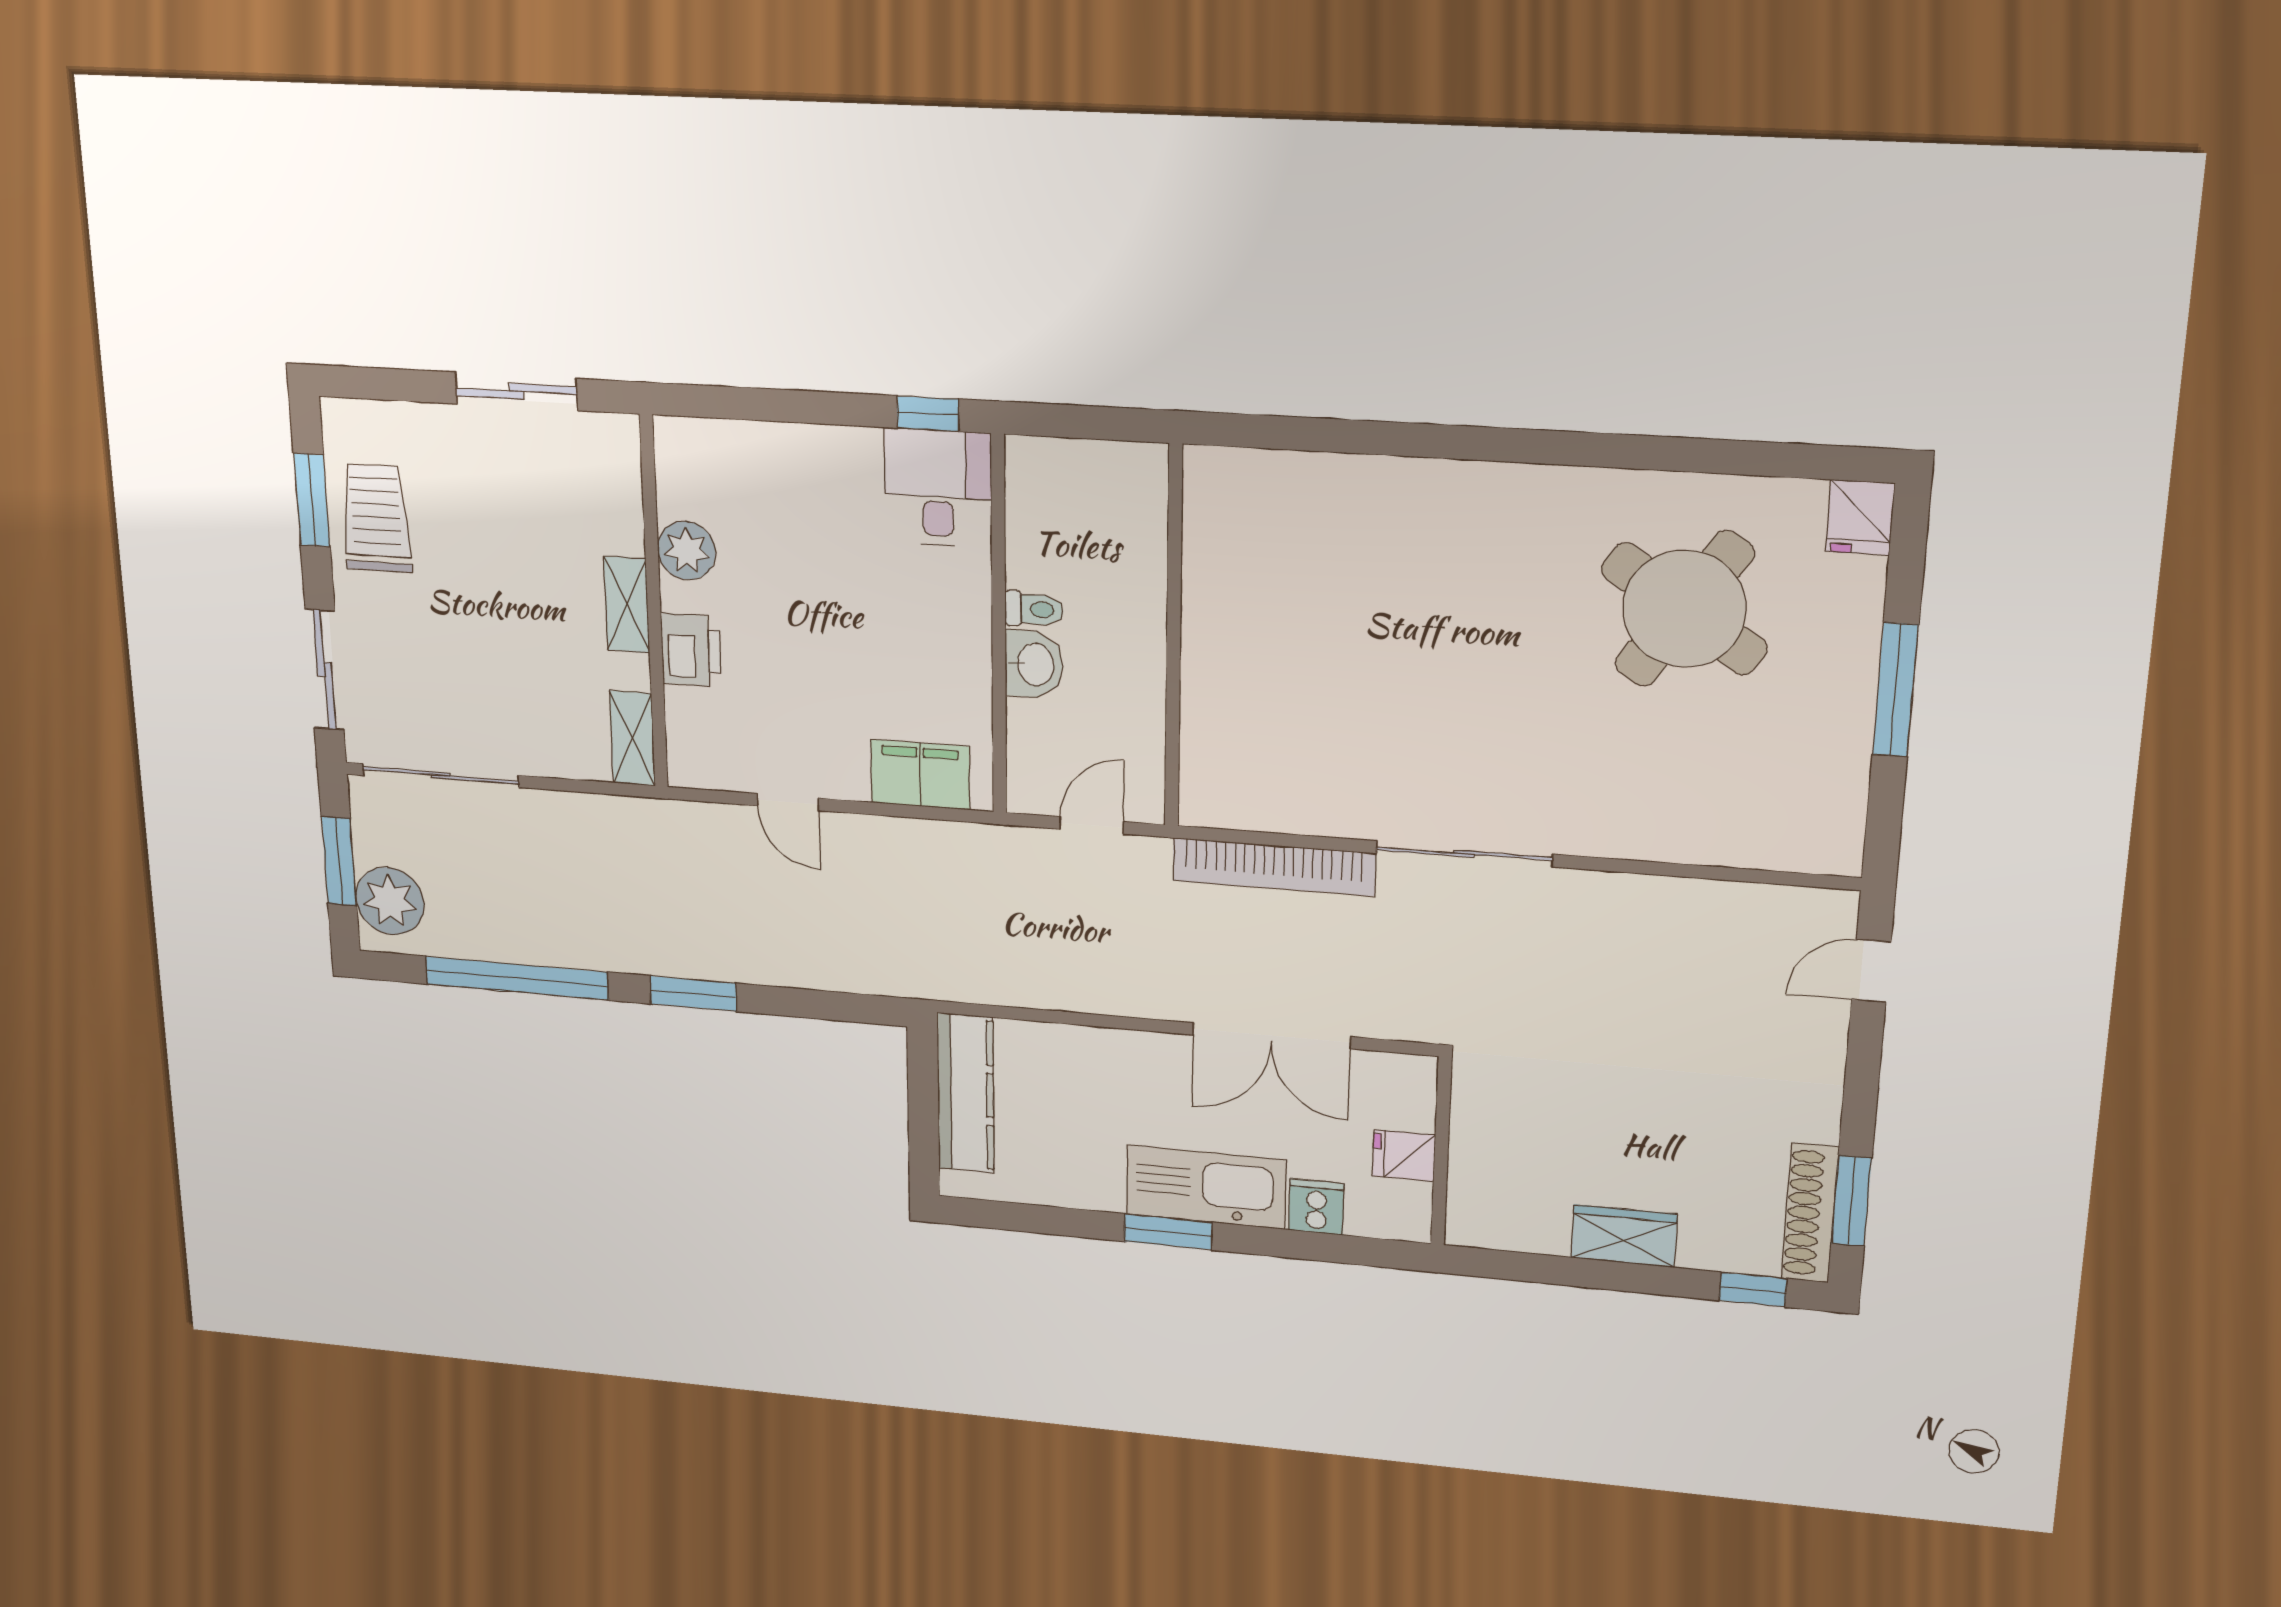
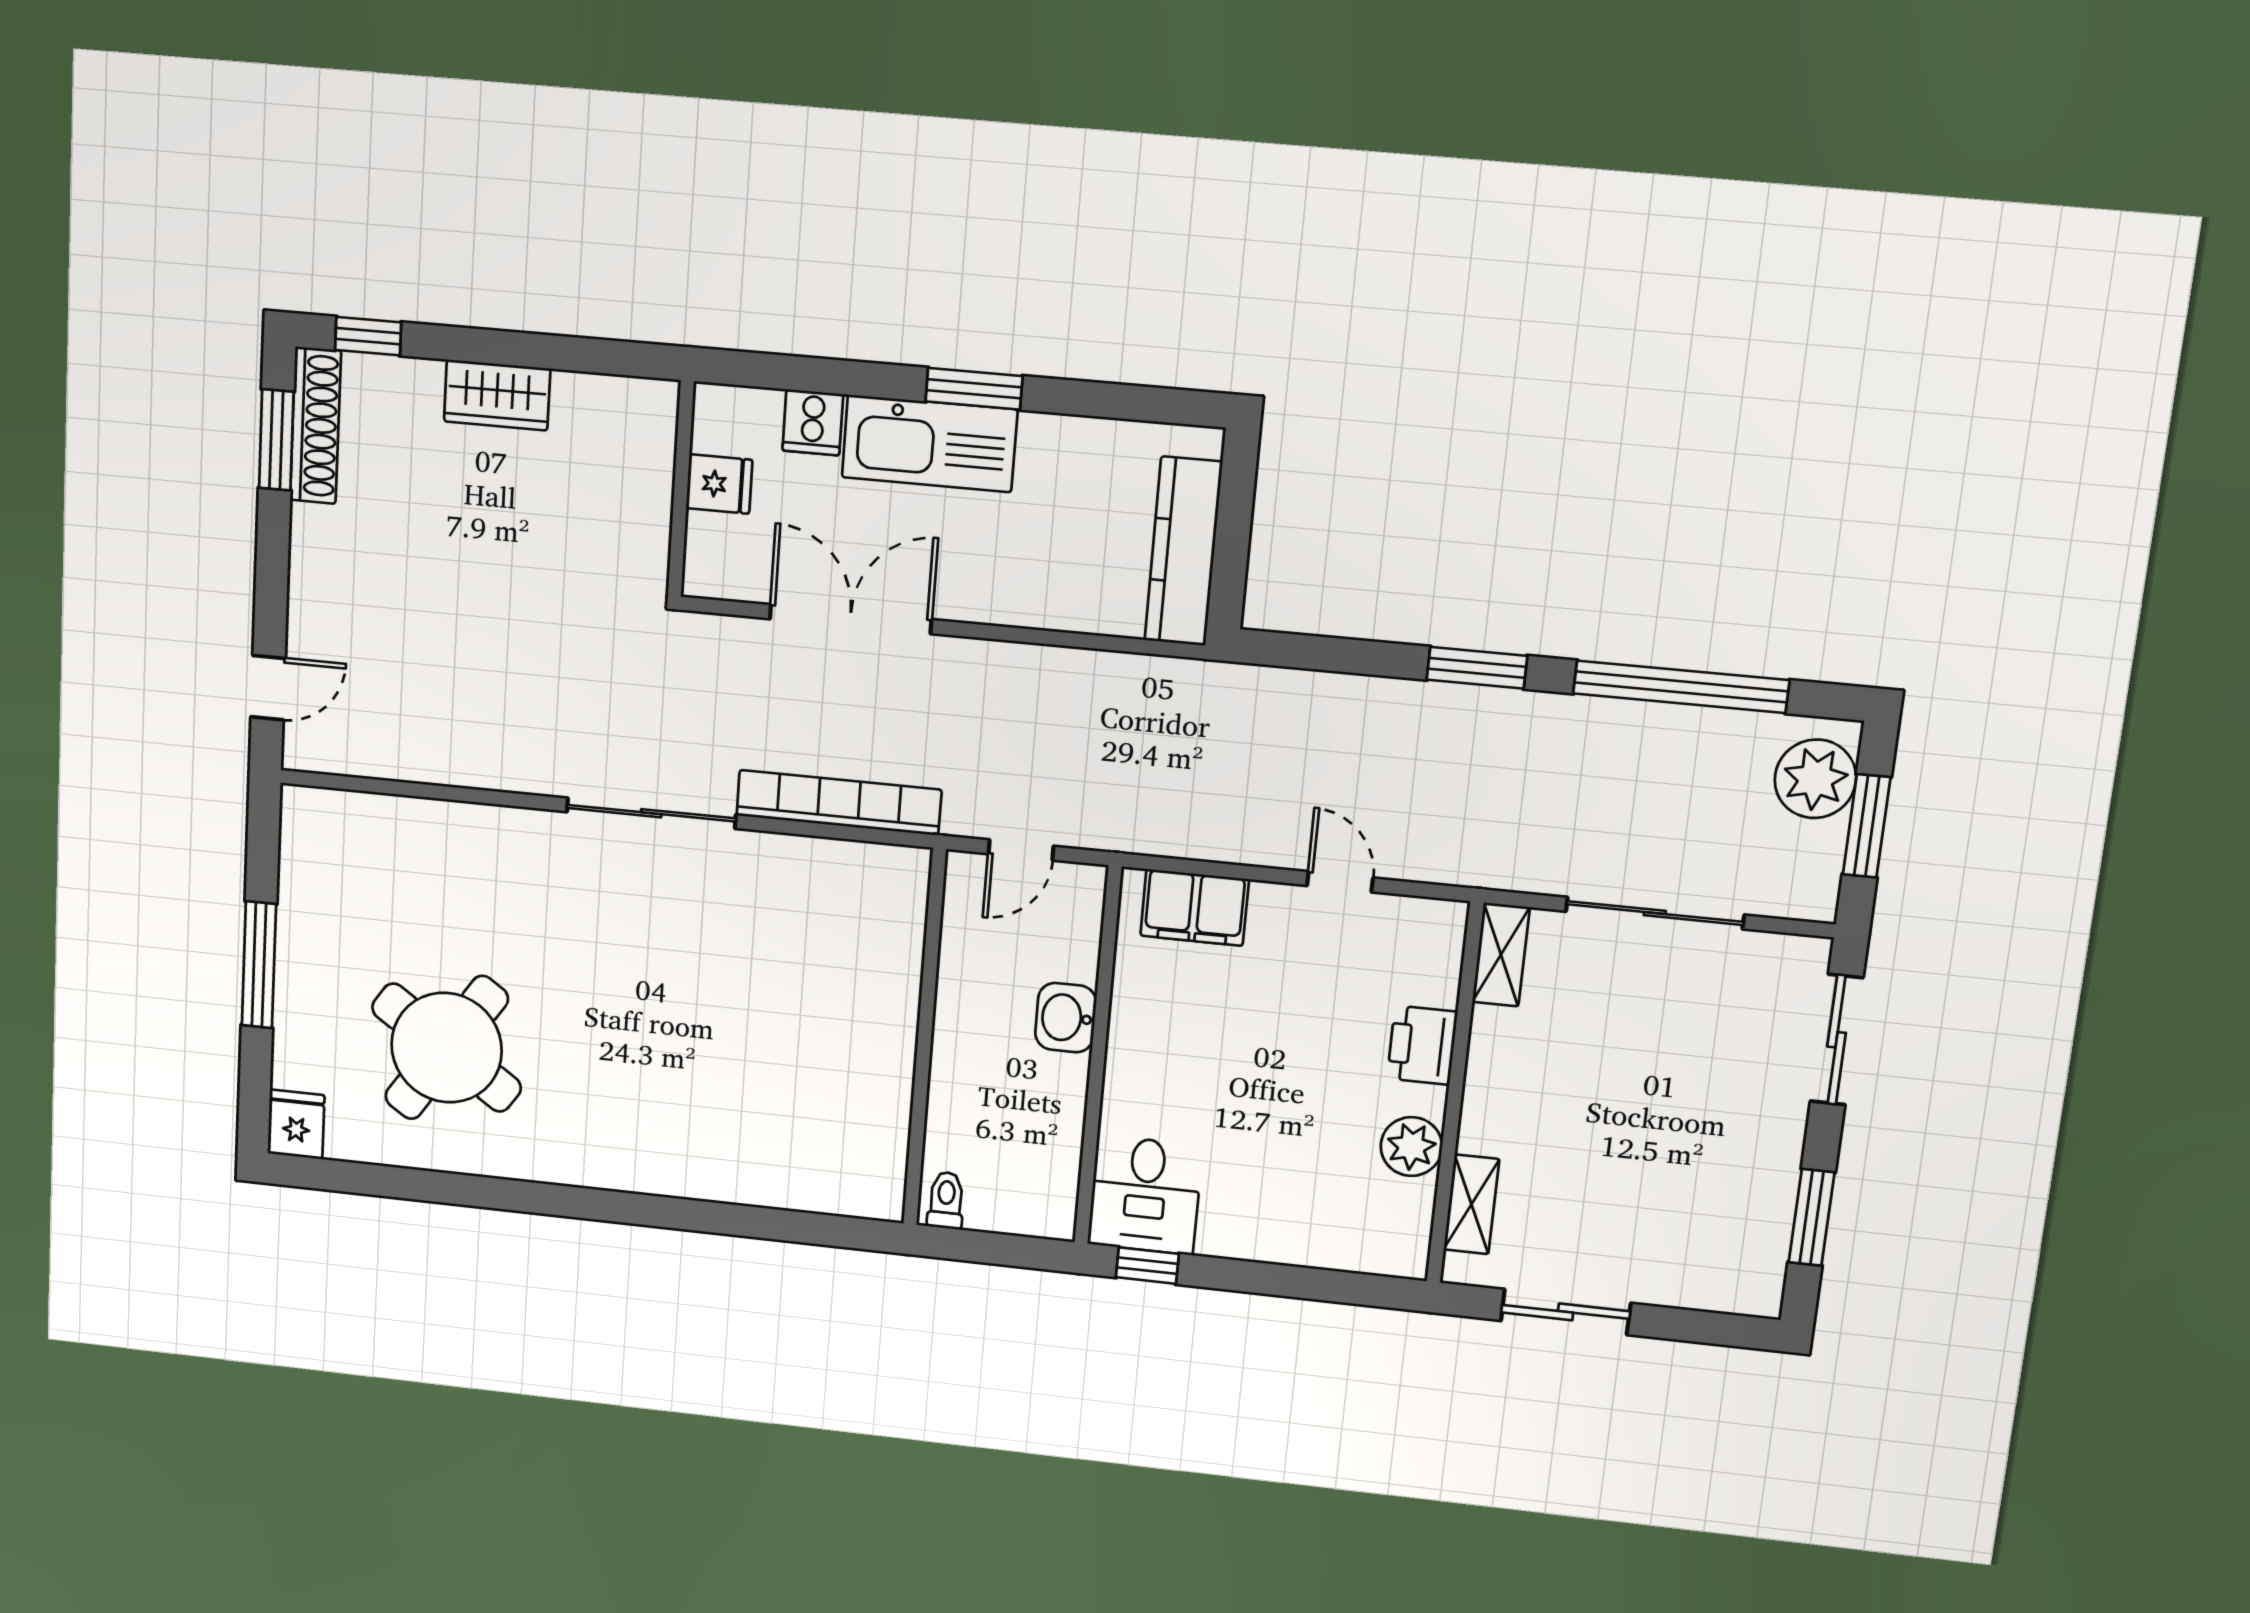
trolley: (376, 518) -> (1743, 1195), removed
shelving: (627, 605) -> (1471, 1204), moved
toilet: (1034, 609) -> (946, 1200), moved, turned 90
sliding door: (441, 775) -> (1655, 913), moved

